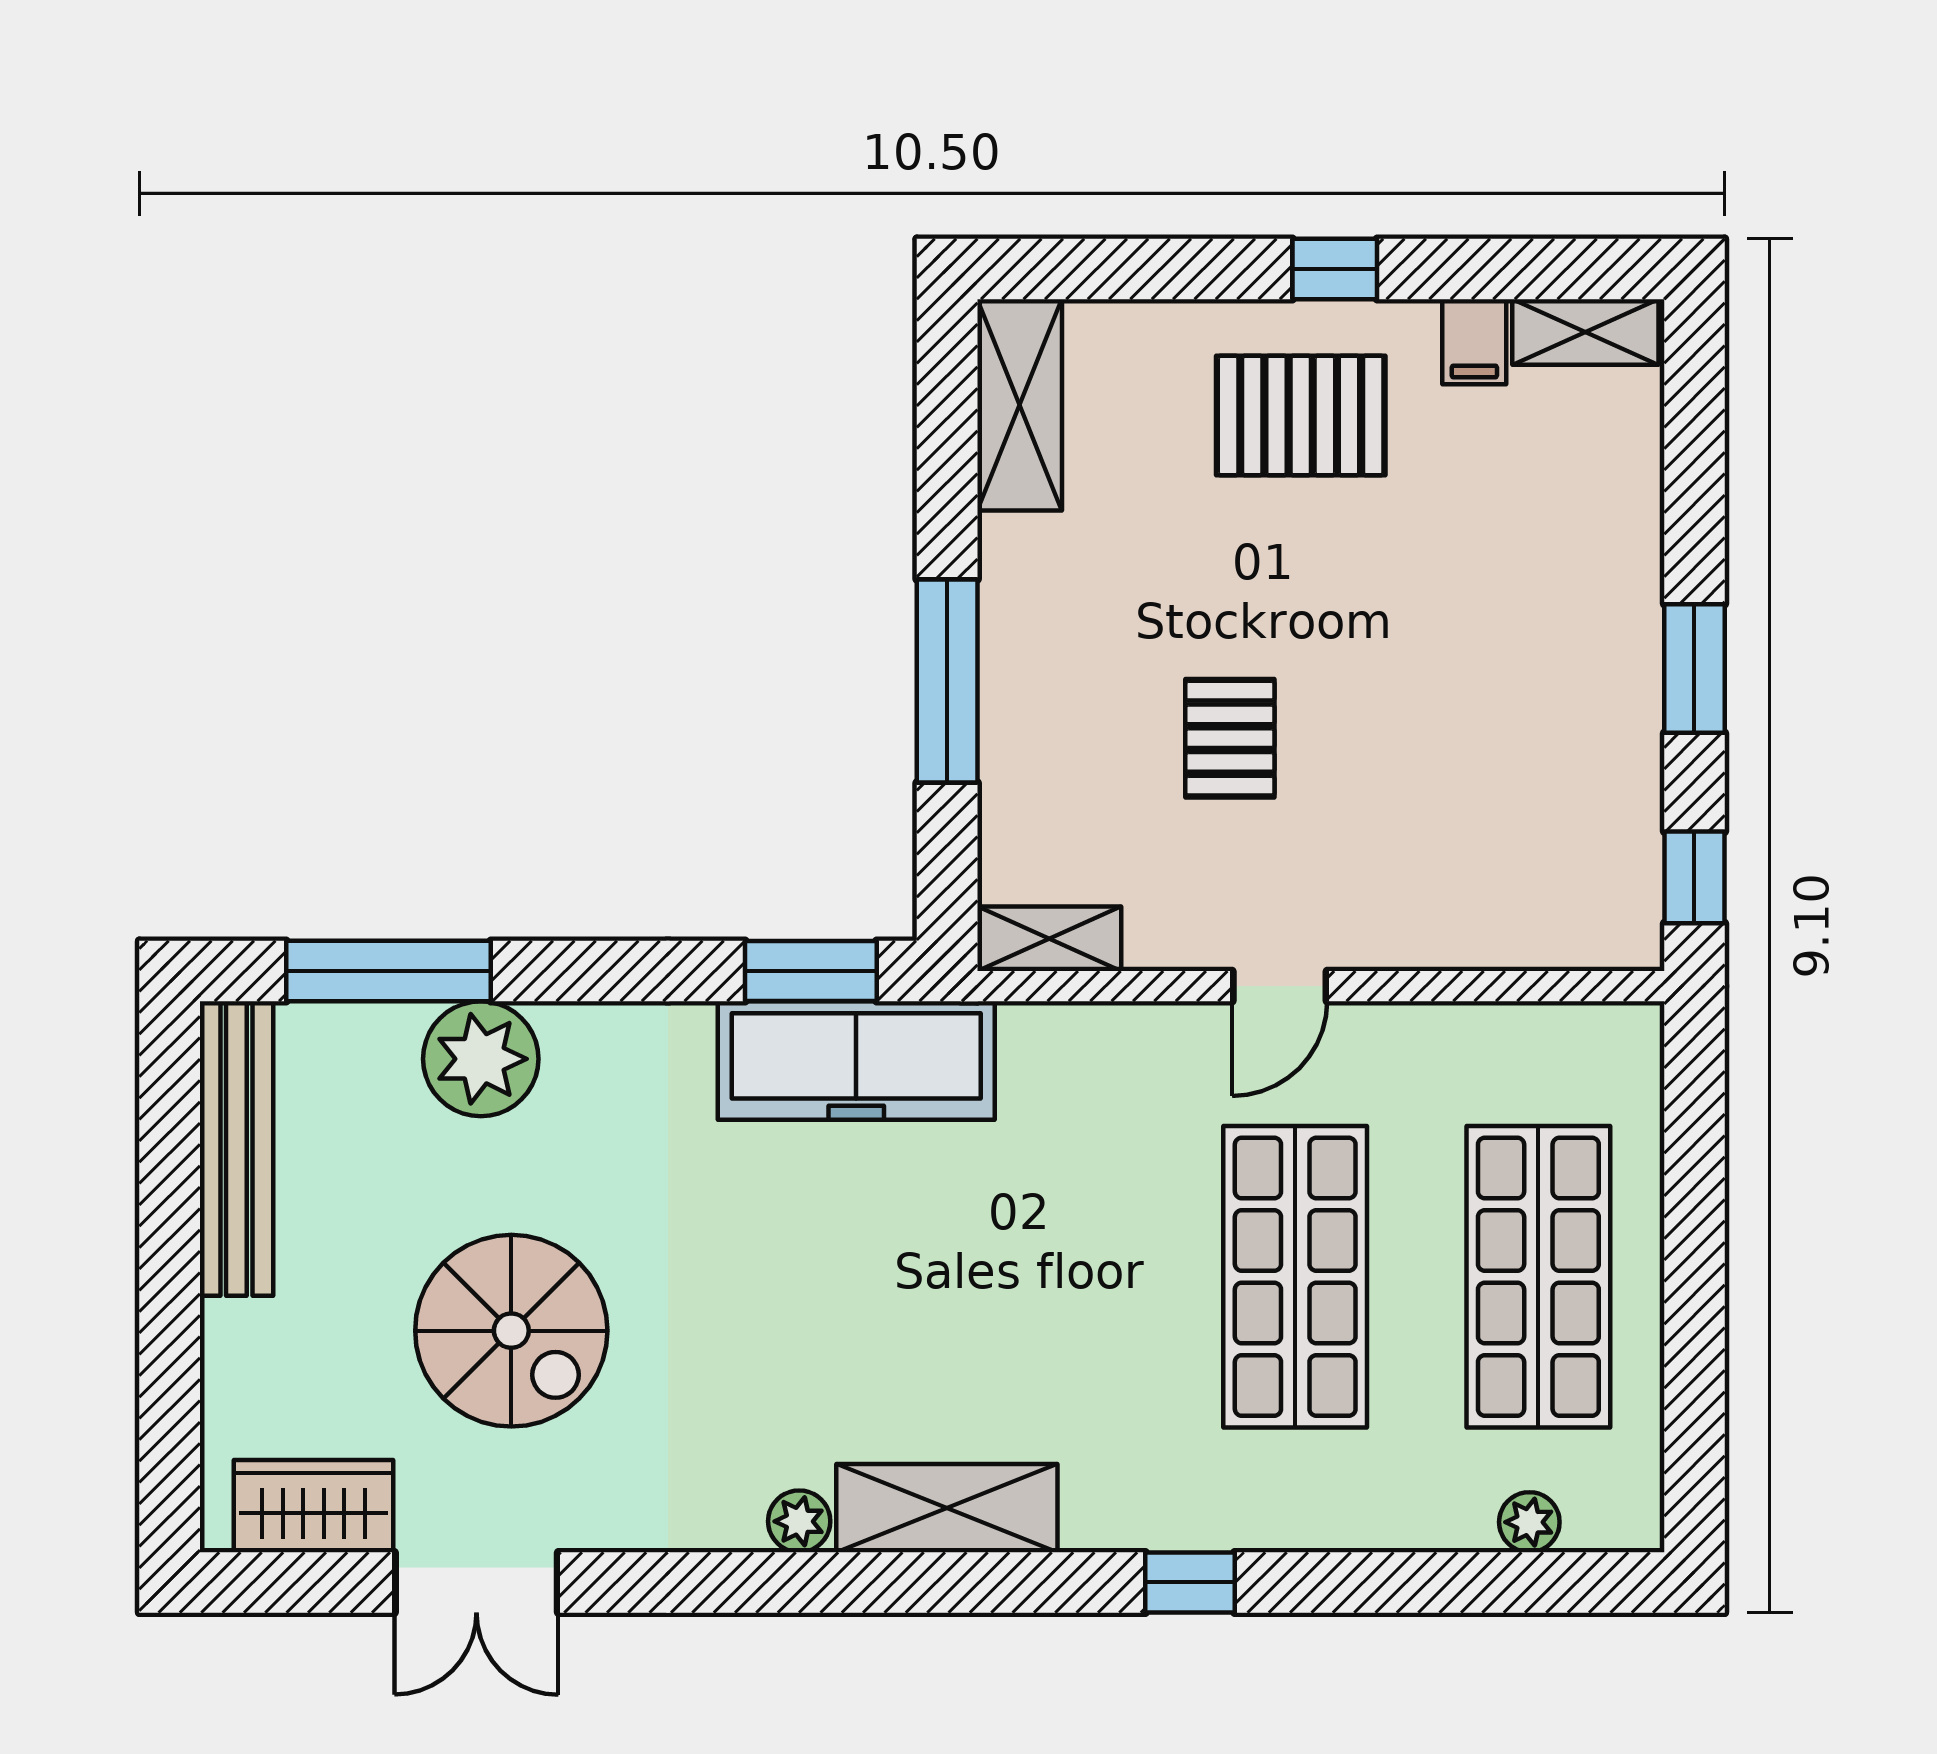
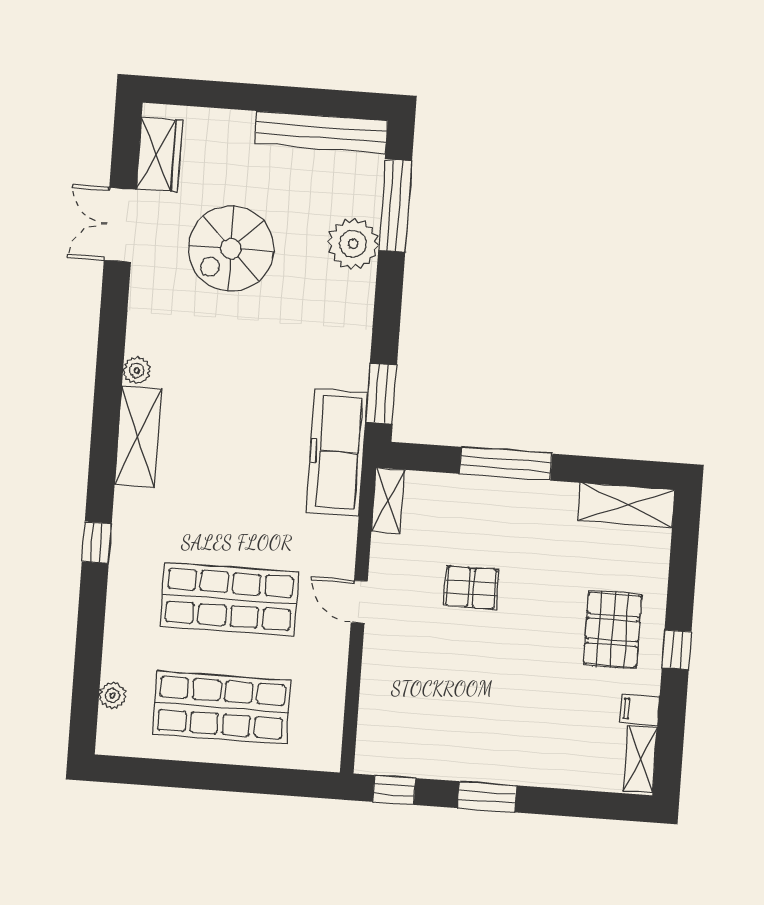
freezer: (856, 1061) -> (337, 452), moved

